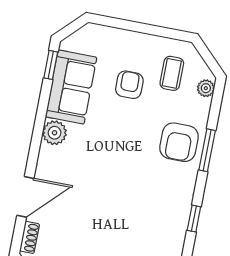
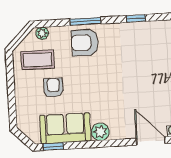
coffee table: (172, 73) -> (38, 60), width x1.36, depth x1.30
armchair: (129, 85) -> (53, 88), turned 90
armchair: (179, 142) -> (85, 43), turned 180

